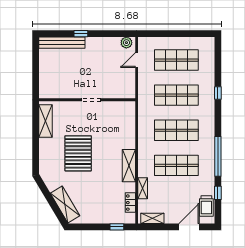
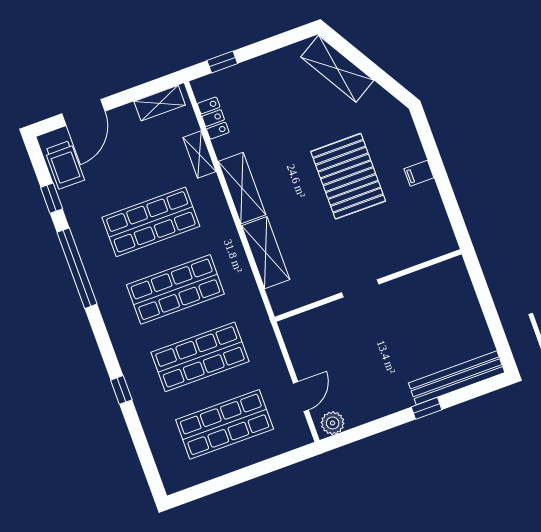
shelving: (46, 121) -> (266, 253), moved
filing cabinet: (45, 143) -> (419, 173), added
trolley: (206, 206) -> (65, 165), turned 180

